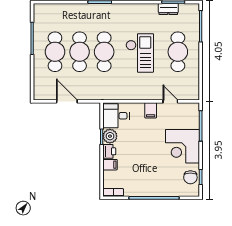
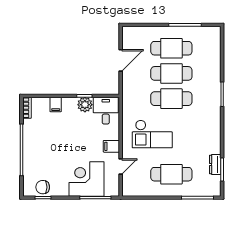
checkout: (140, 53) -> (152, 134), moved
corner desk: (182, 146) -> (86, 179), moved
printer: (109, 151) -> (69, 104), removed

